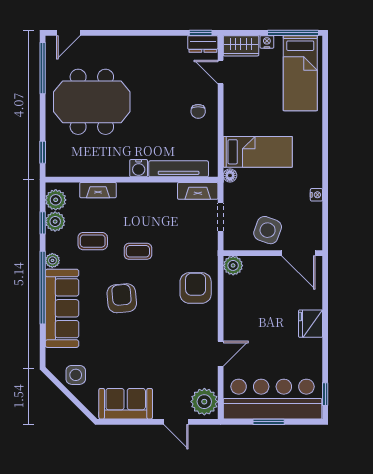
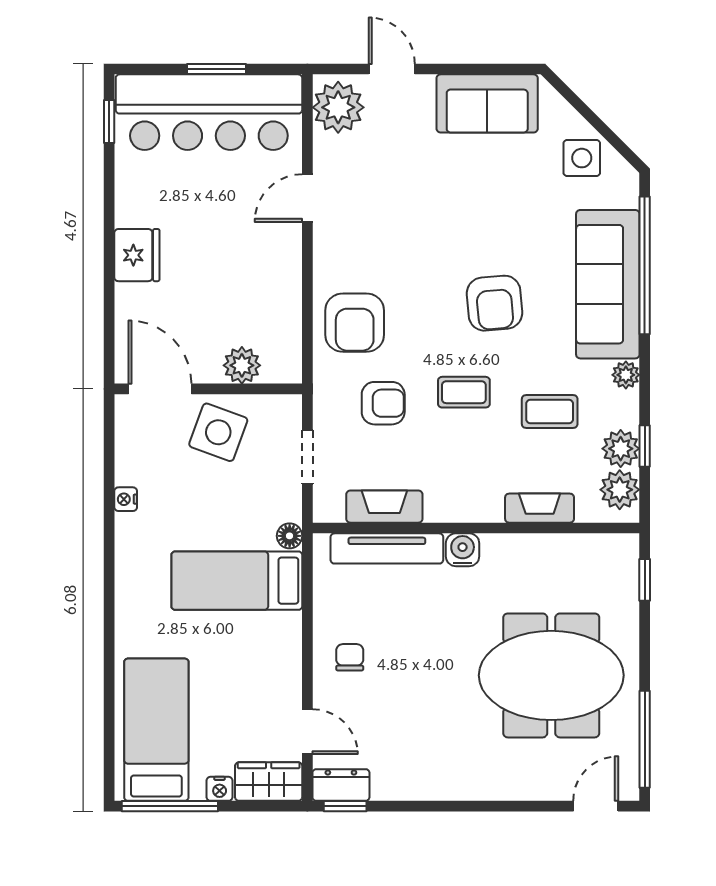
fireplace: (198, 191) -> (384, 507), moved
armchair: (181, 245) -> (383, 403), added
plant: (233, 265) -> (242, 365), moved
window: (43, 288) -> (645, 265), moved

